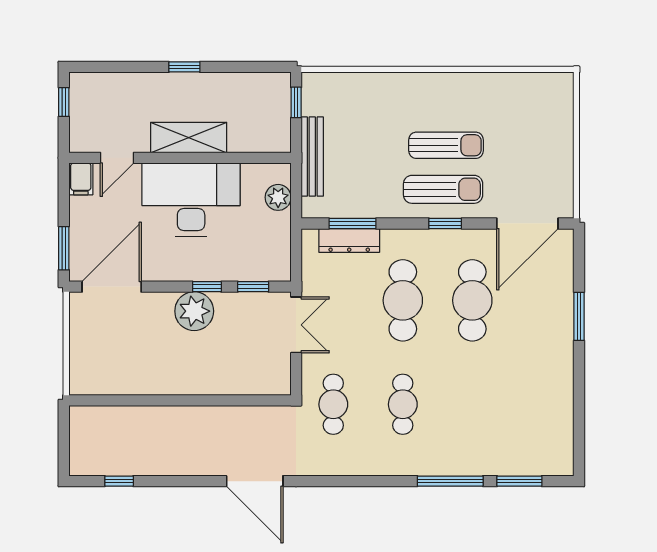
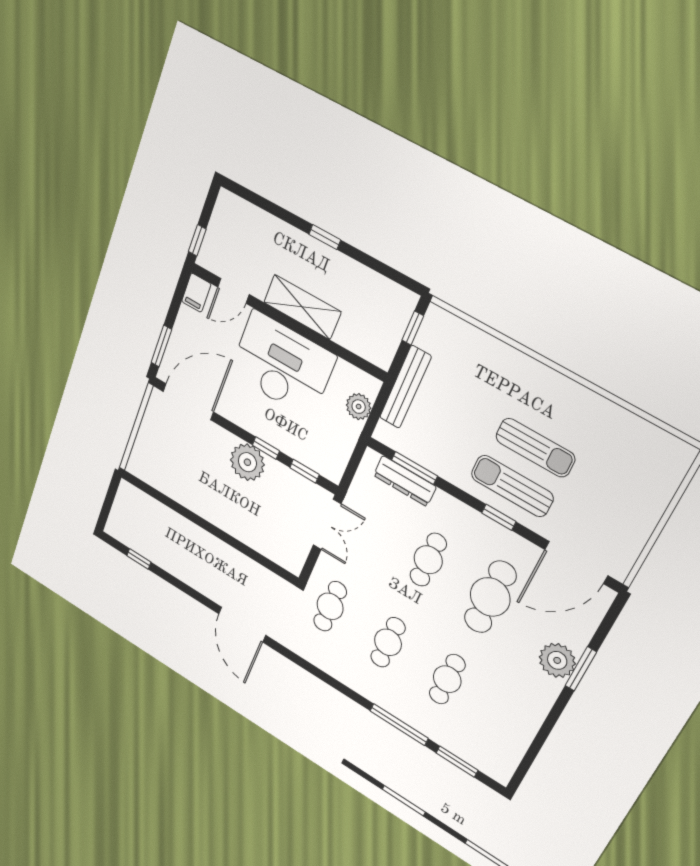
window: (64, 102) -> (197, 240), moved
sun lounger: (443, 189) -> (512, 486), turned 180
cafe table: (403, 300) -> (428, 560), width x0.73, depth x0.74
plant: (556, 322) -> (557, 660), added
cafe table: (472, 404) -> (447, 679), added

